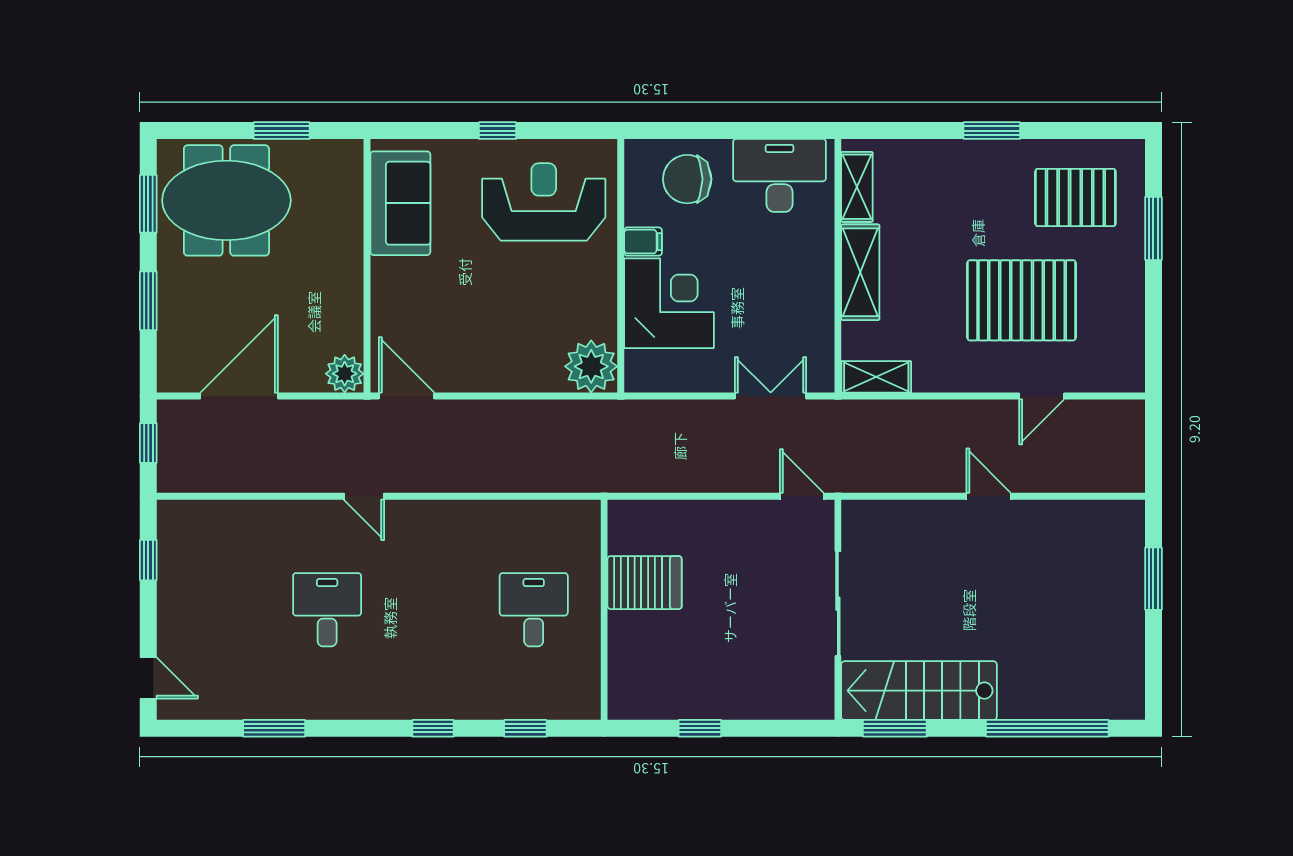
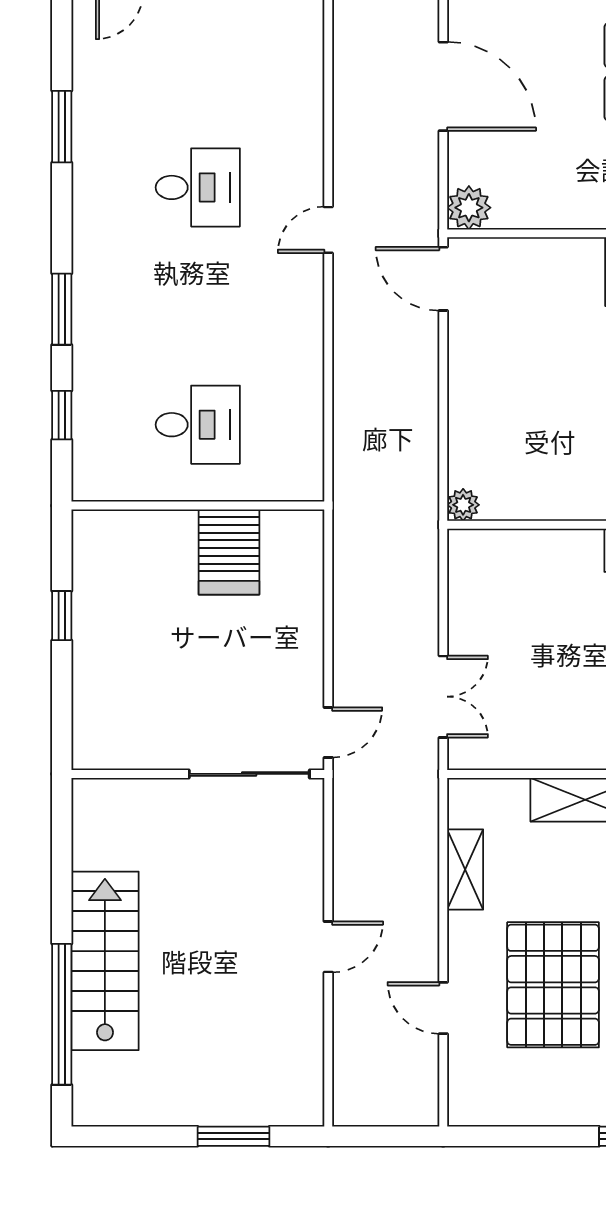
corner desk: (669, 303) -> (550, 580), removed
plant: (591, 366) -> (463, 505), width x0.53, depth x0.53
shelving: (876, 377) -> (465, 870), moved
door: (407, 396) -> (443, 279), swing flipped
sliding door: (838, 604) -> (249, 774), moved
stairs: (919, 691) -> (105, 961), moved
window: (433, 728) -> (62, 309), width x1.50
window: (895, 728) -> (62, 839), removed

